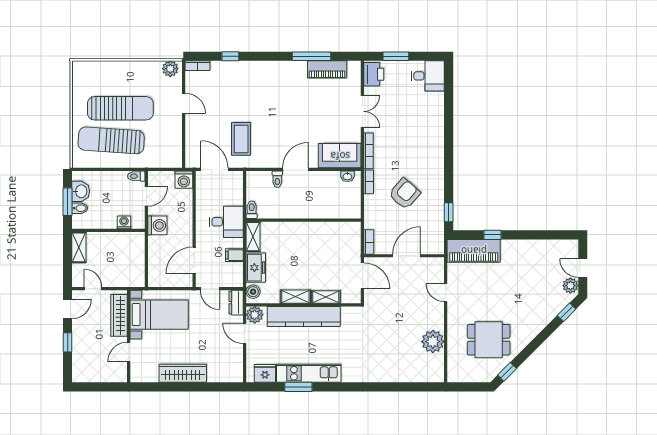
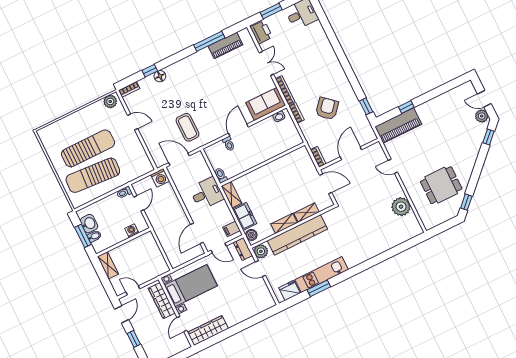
floor lamp: (238, 68) -> (160, 76), added
washing machine: (157, 225) -> (157, 221), removed
filing cabinet: (234, 255) -> (231, 229), moved
wardrobe: (183, 373) -> (208, 330), moved

